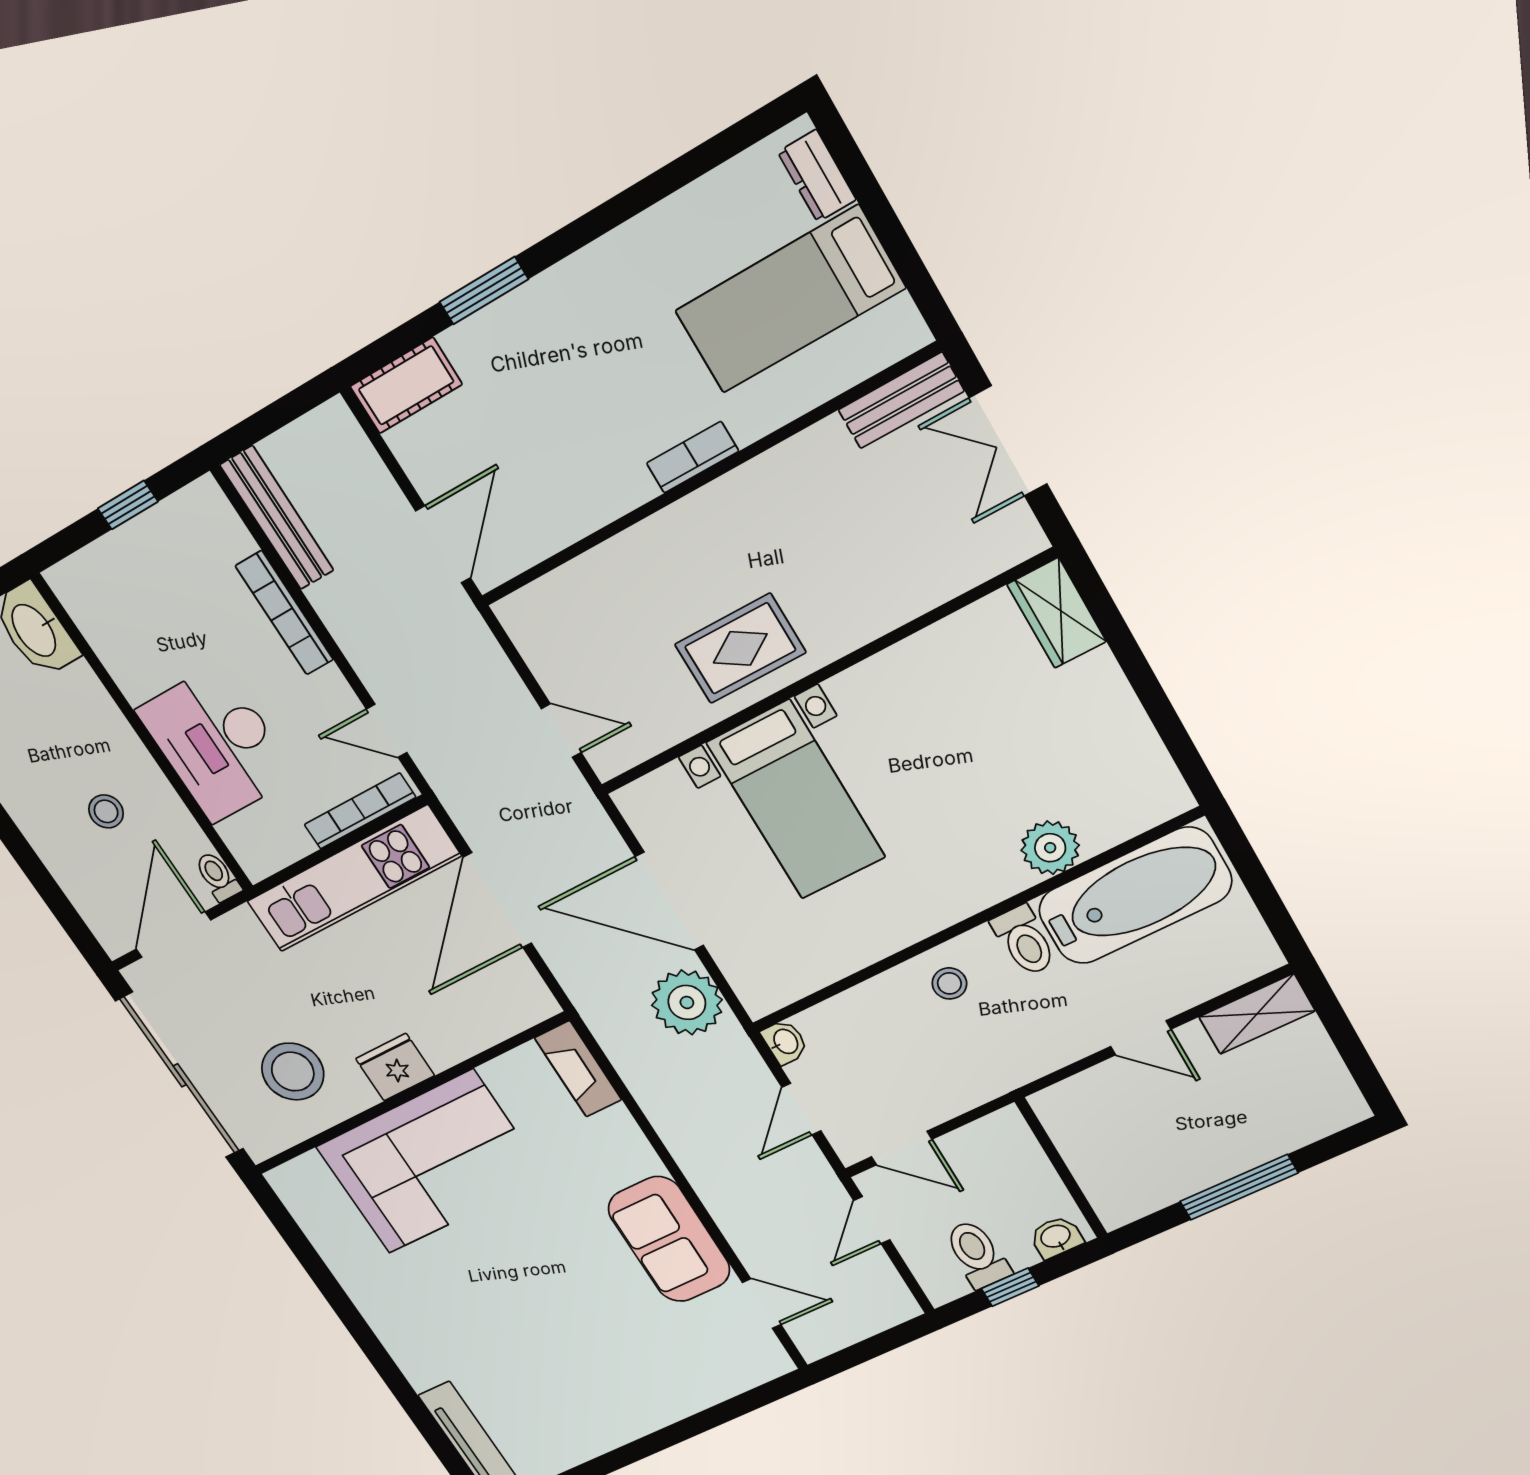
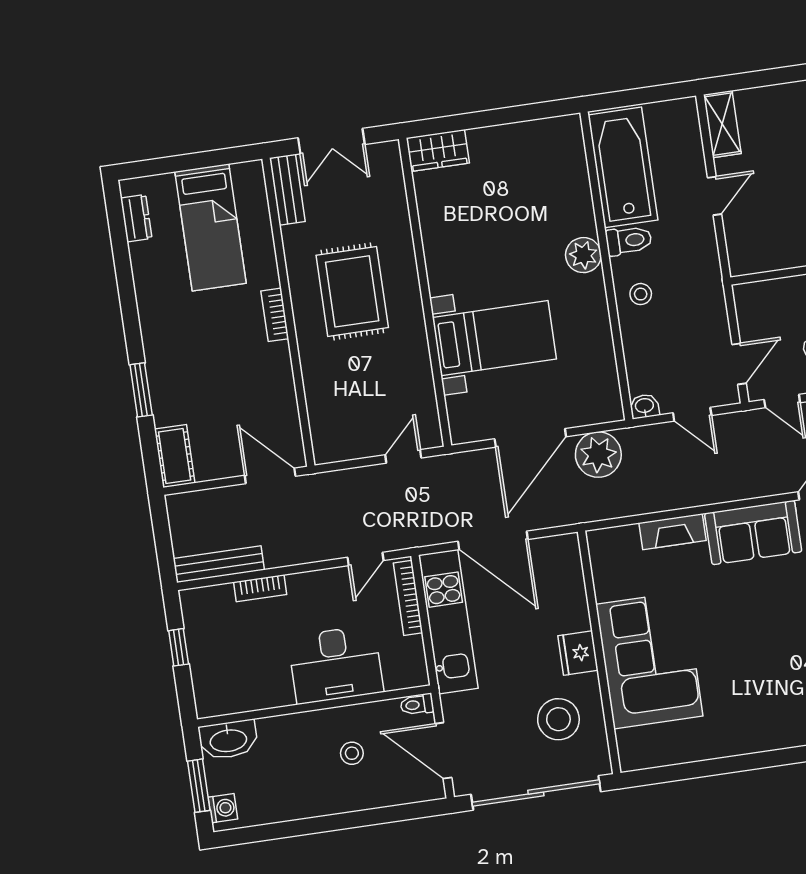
dresser: (817, 176) -> (136, 218), moved, turned -90
bookcase: (284, 613) -> (260, 588), width x0.64
rug: (740, 648) -> (352, 291), moved, width x1.36, depth x1.43
plant: (1050, 848) -> (583, 255), moved
fireplace: (578, 1069) -> (673, 532), moved

